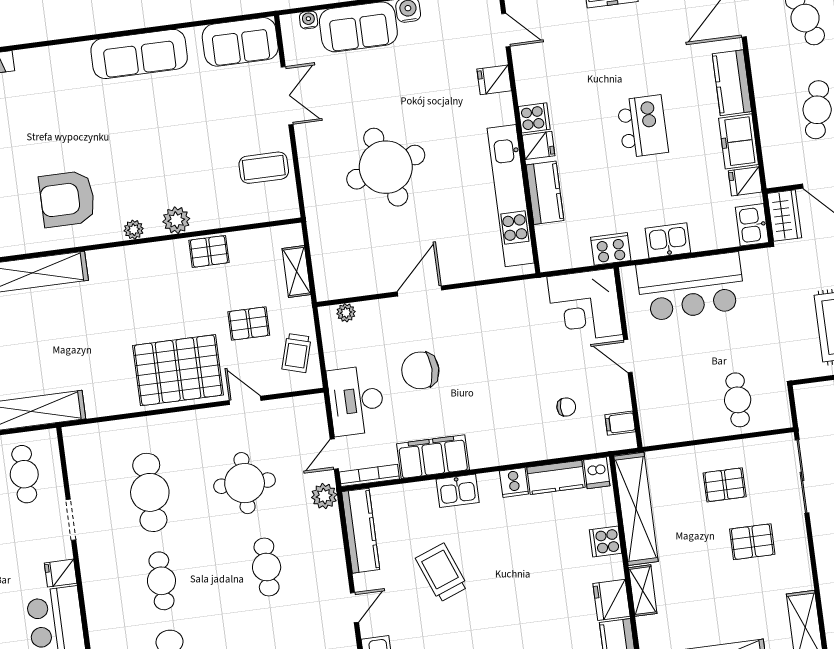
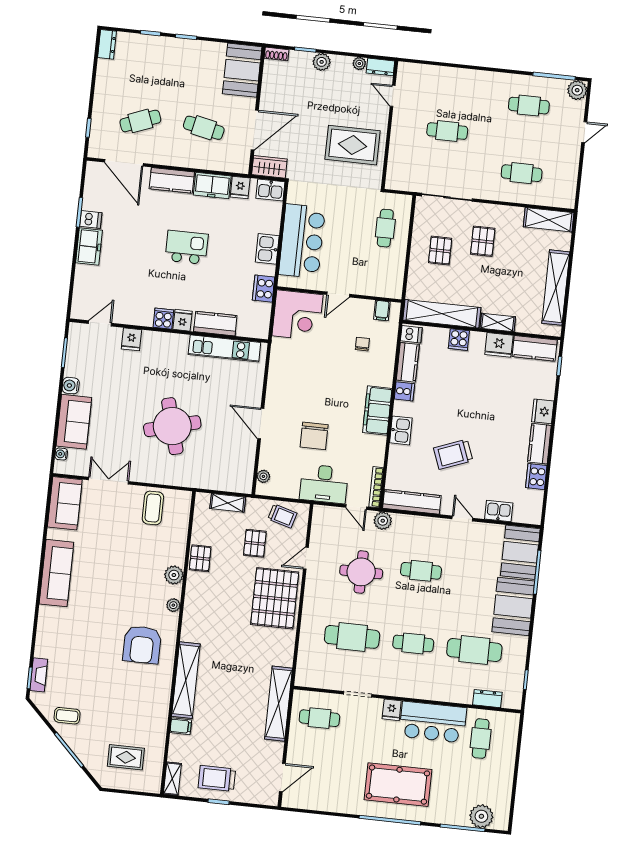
kitchen unit: (511, 196) -> (224, 348), width x0.73
cafe table: (738, 400) -> (385, 228), turned 90
filing cabinet: (433, 457) -> (377, 410), moved

